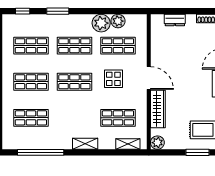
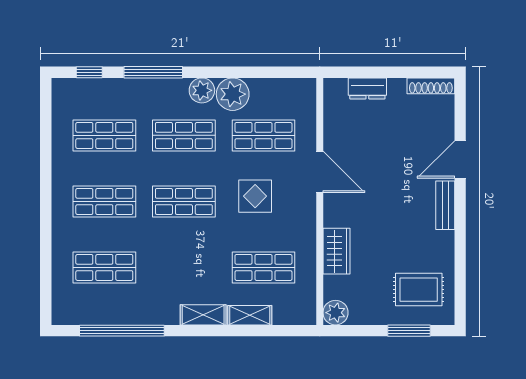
window: (58, 11) -> (153, 72), width x1.44
plant: (118, 21) -> (202, 90), moved
door: (149, 78) -> (320, 172), moved
wardrobe: (158, 109) -> (336, 251), width x0.67
shelving: (128, 144) -> (250, 315), moved

